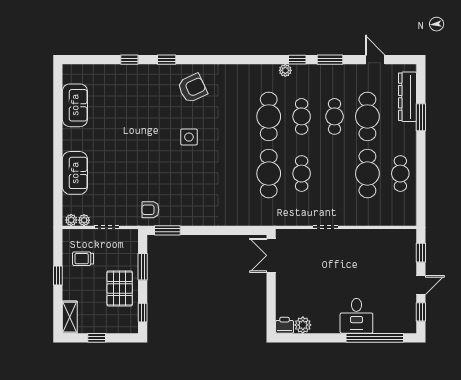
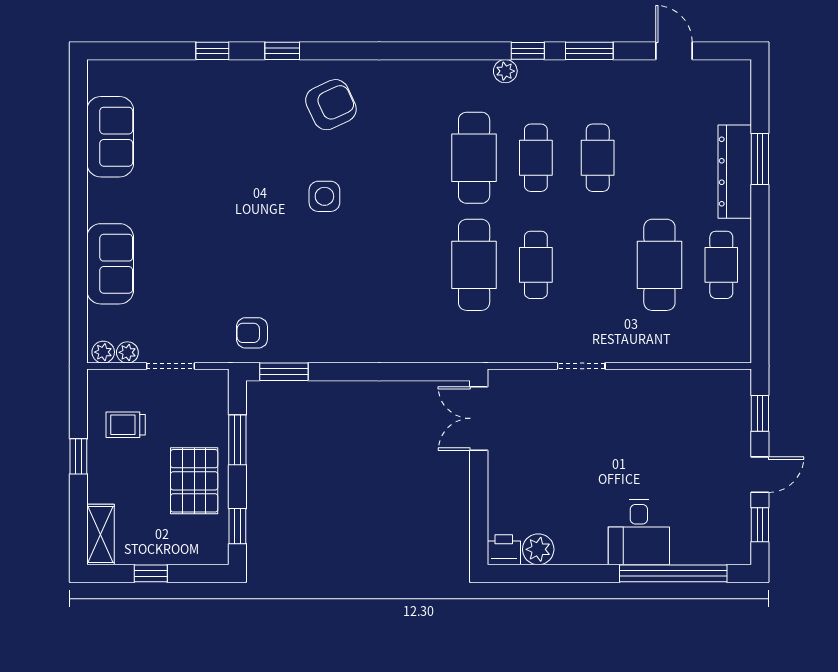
dresser: (407, 97) -> (735, 172), moved
cafe table: (367, 116) -> (659, 158), removed

